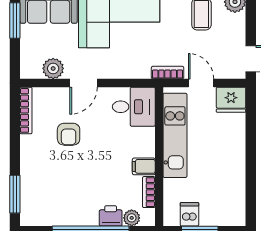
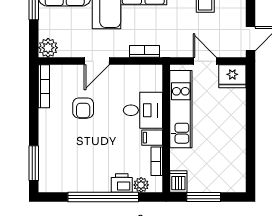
plant: (53, 68) -> (48, 48), moved
bookcase: (168, 73) -> (144, 51), moved
desk: (134, 107) -> (143, 110), moved
dishwasher: (189, 214) -> (178, 182), moved

